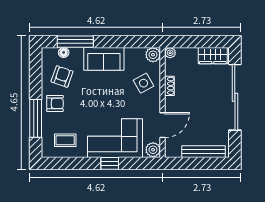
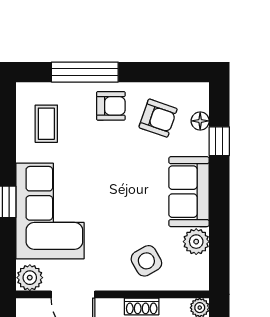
window: (75, 42) -> (219, 141), width x0.46
plant: (153, 55) -> (196, 242), moved
armchair: (55, 103) -> (111, 106), turned -90

